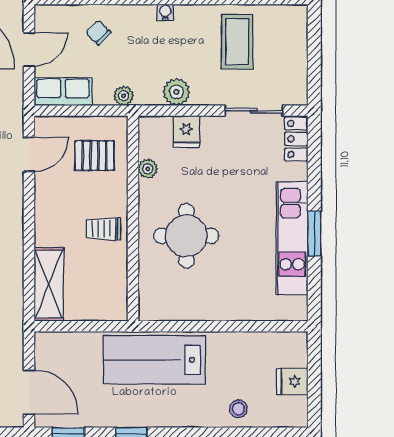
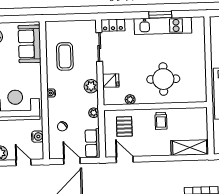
coffee table: (237, 42) -> (65, 56), turned 90

